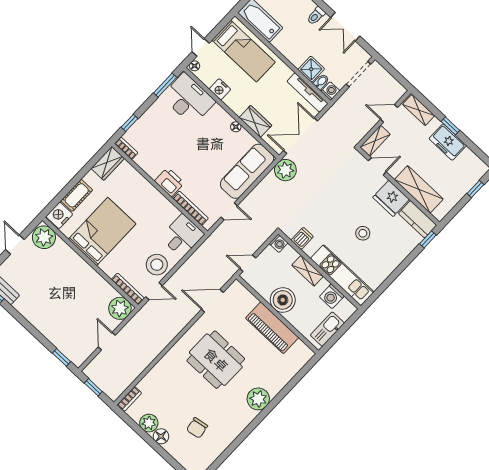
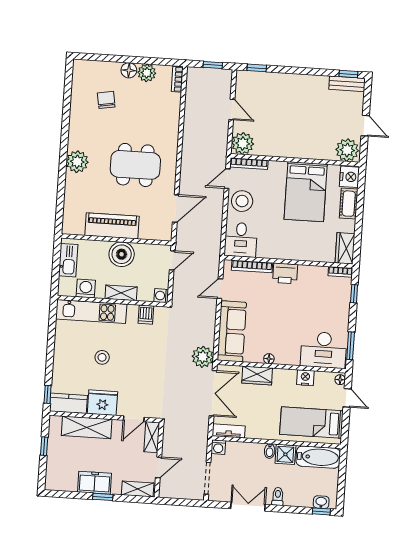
shower: (311, 69) -> (285, 454), moved
bidet: (321, 82) -> (270, 451), moved
tv unit: (307, 92) -> (229, 431), width x0.71
window: (475, 189) -> (44, 446), moved

